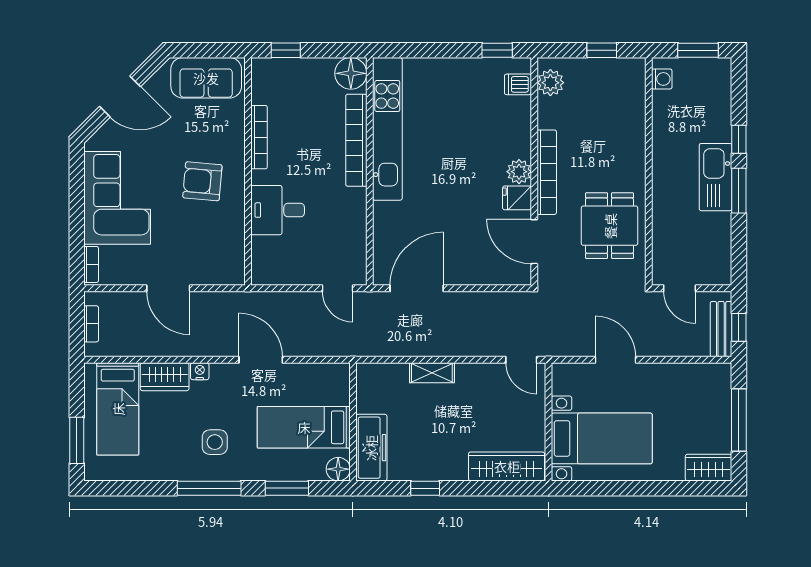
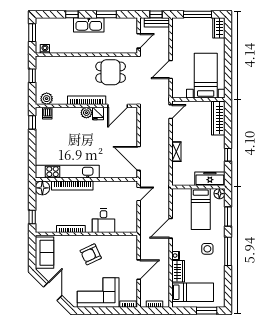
armchair: (202, 181) -> (91, 254), turned 60
window: (739, 191) -> (106, 14), moved

